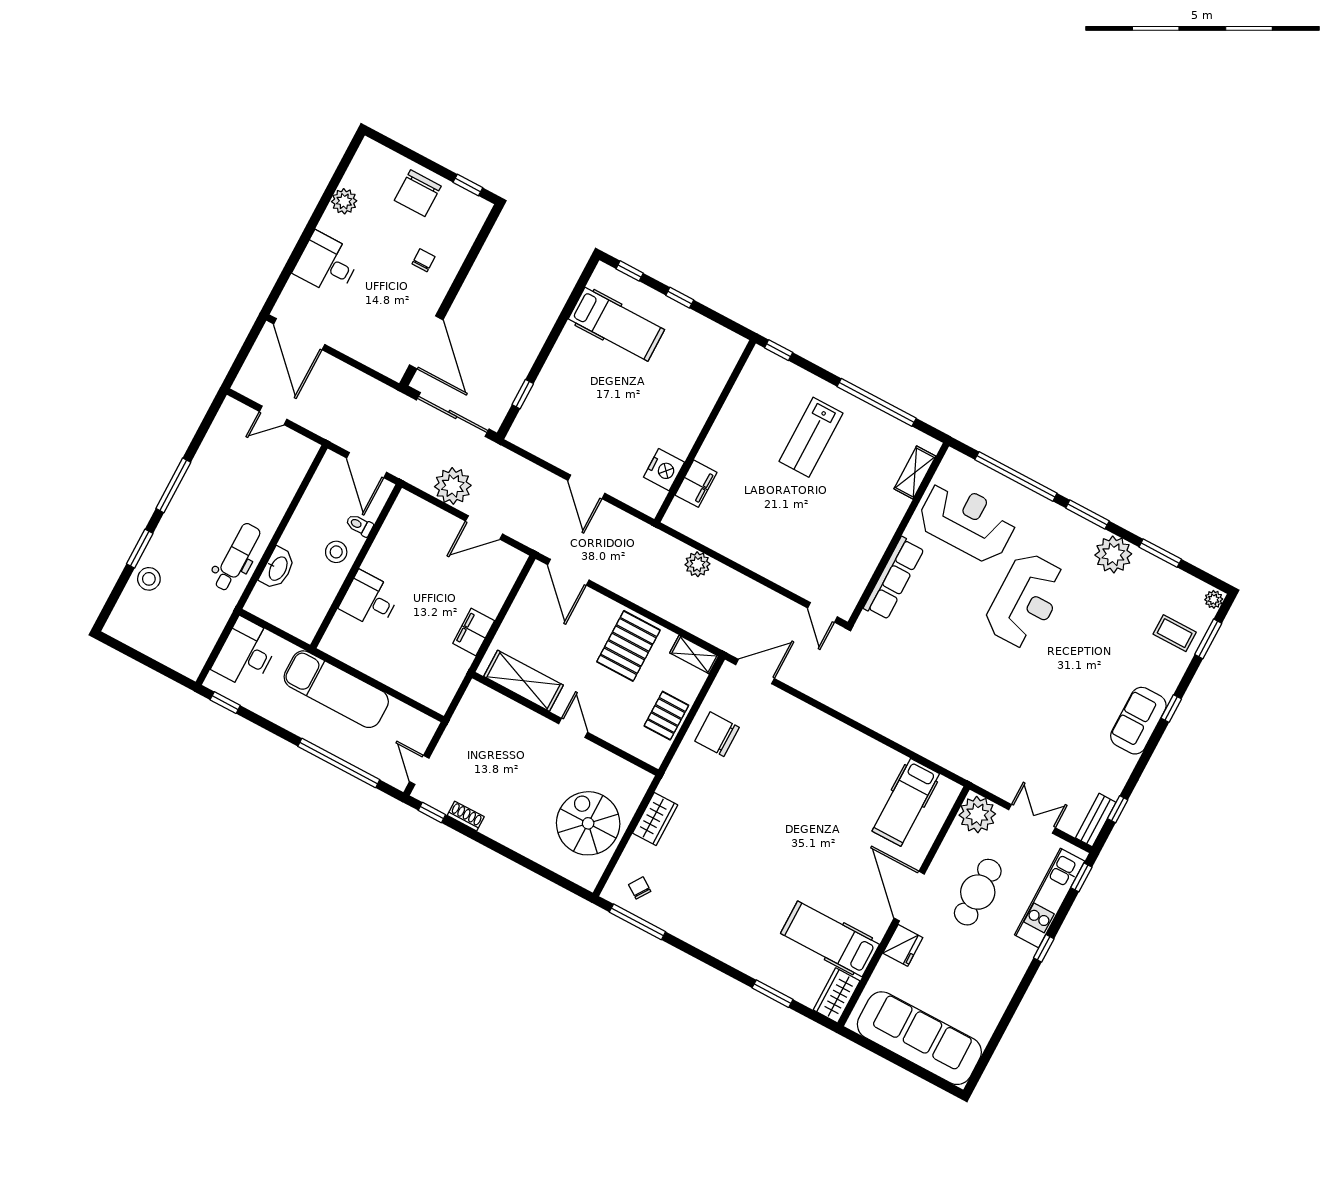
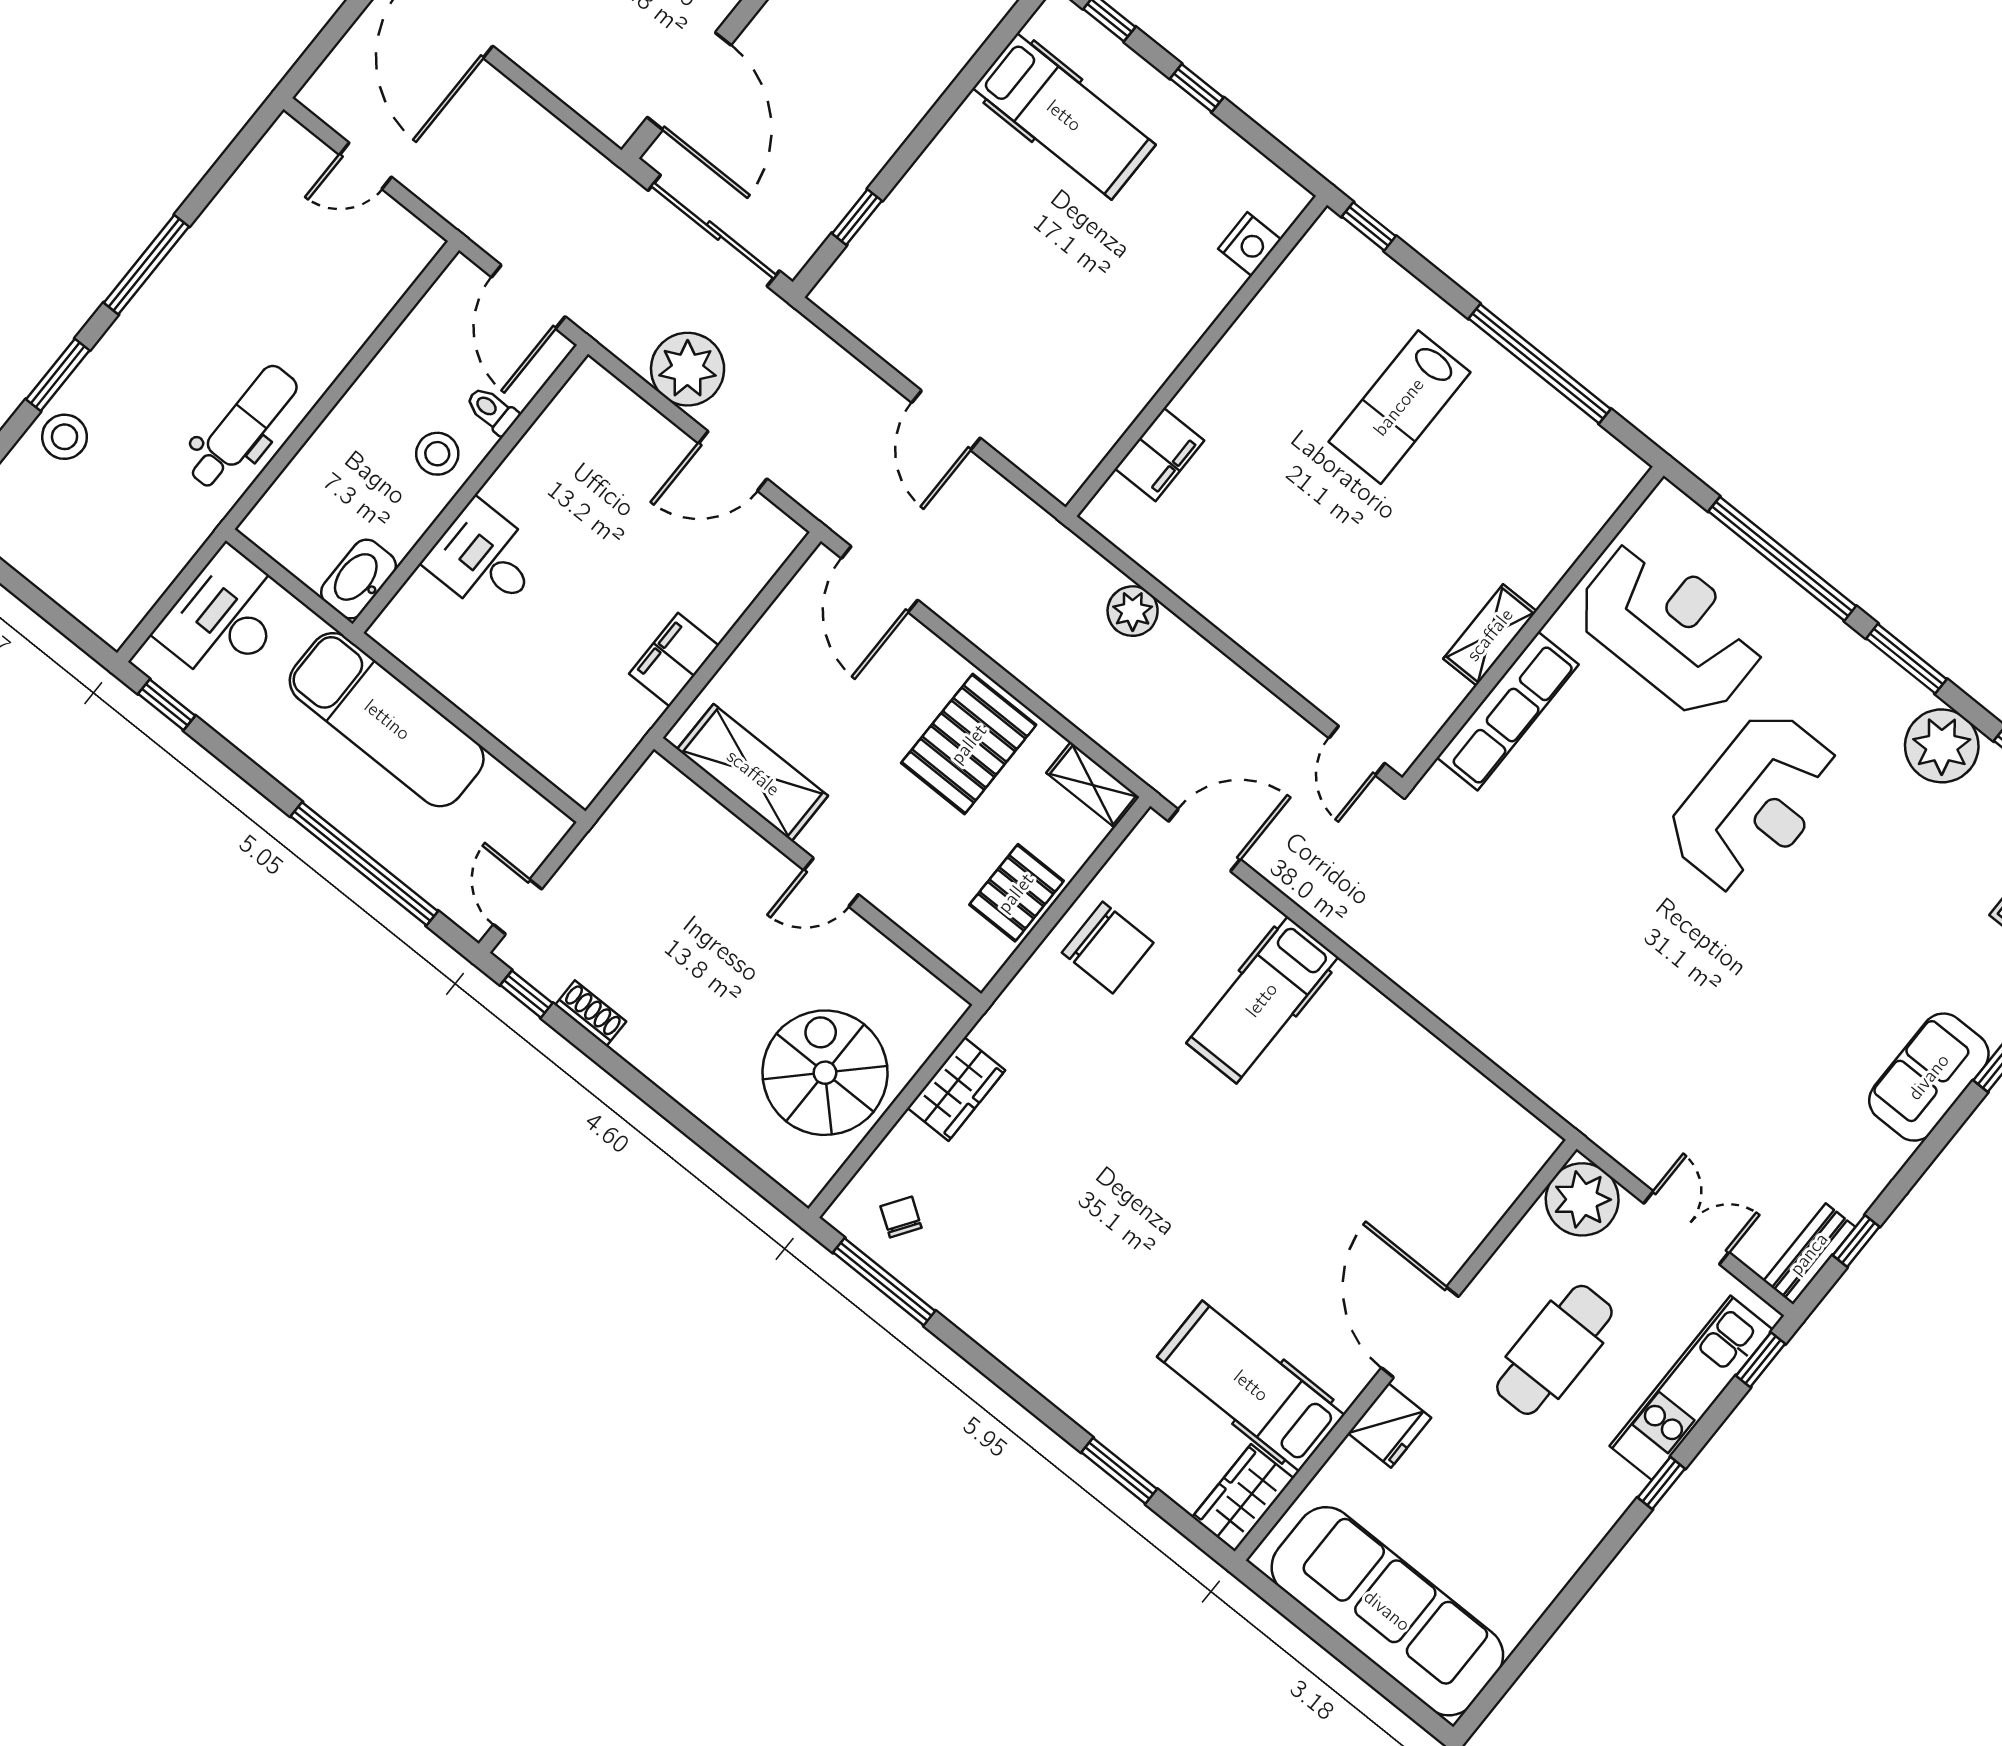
nightstand: (664, 470) -> (1250, 244), moved, width x0.74, depth x0.75
shelving: (915, 472) -> (1490, 635), moved
washbasin: (278, 568) -> (358, 579), moved, turned 180
door: (573, 728) -> (831, 882), swing flipped
chair: (717, 734) -> (1108, 948), turned 180
hospital bed: (906, 802) -> (1262, 1000), moved

